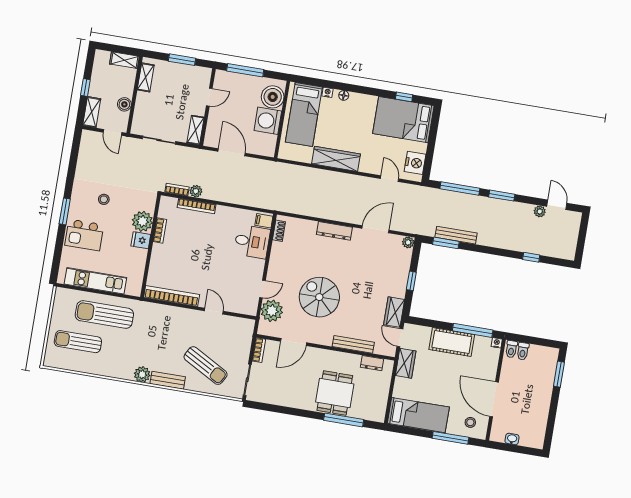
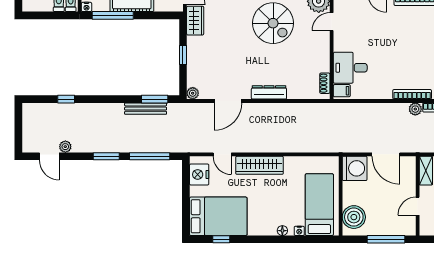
washing machine: (268, 121) -> (355, 168), moved
wardrobe: (336, 159) -> (259, 165), moved

